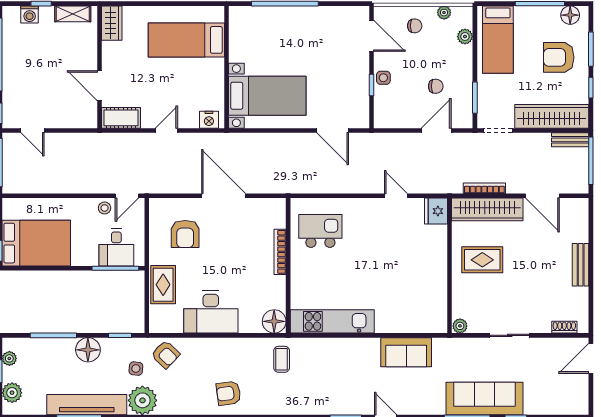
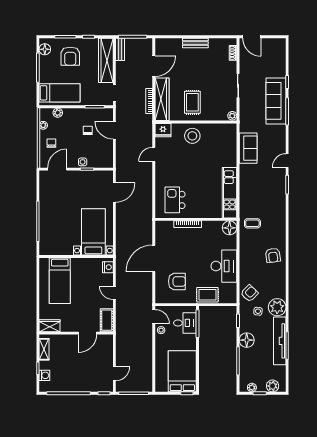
stool: (427, 260) -> (192, 136), added

